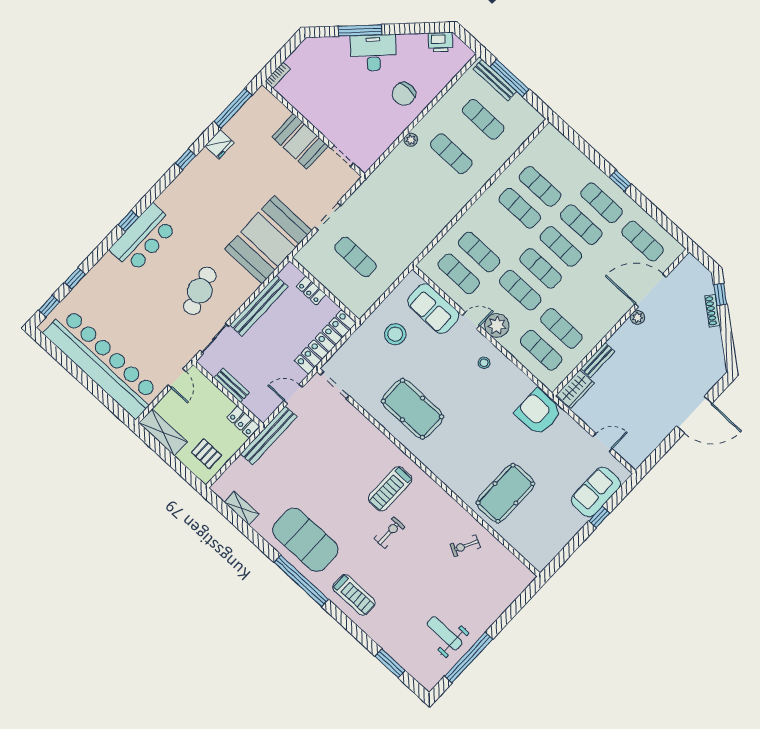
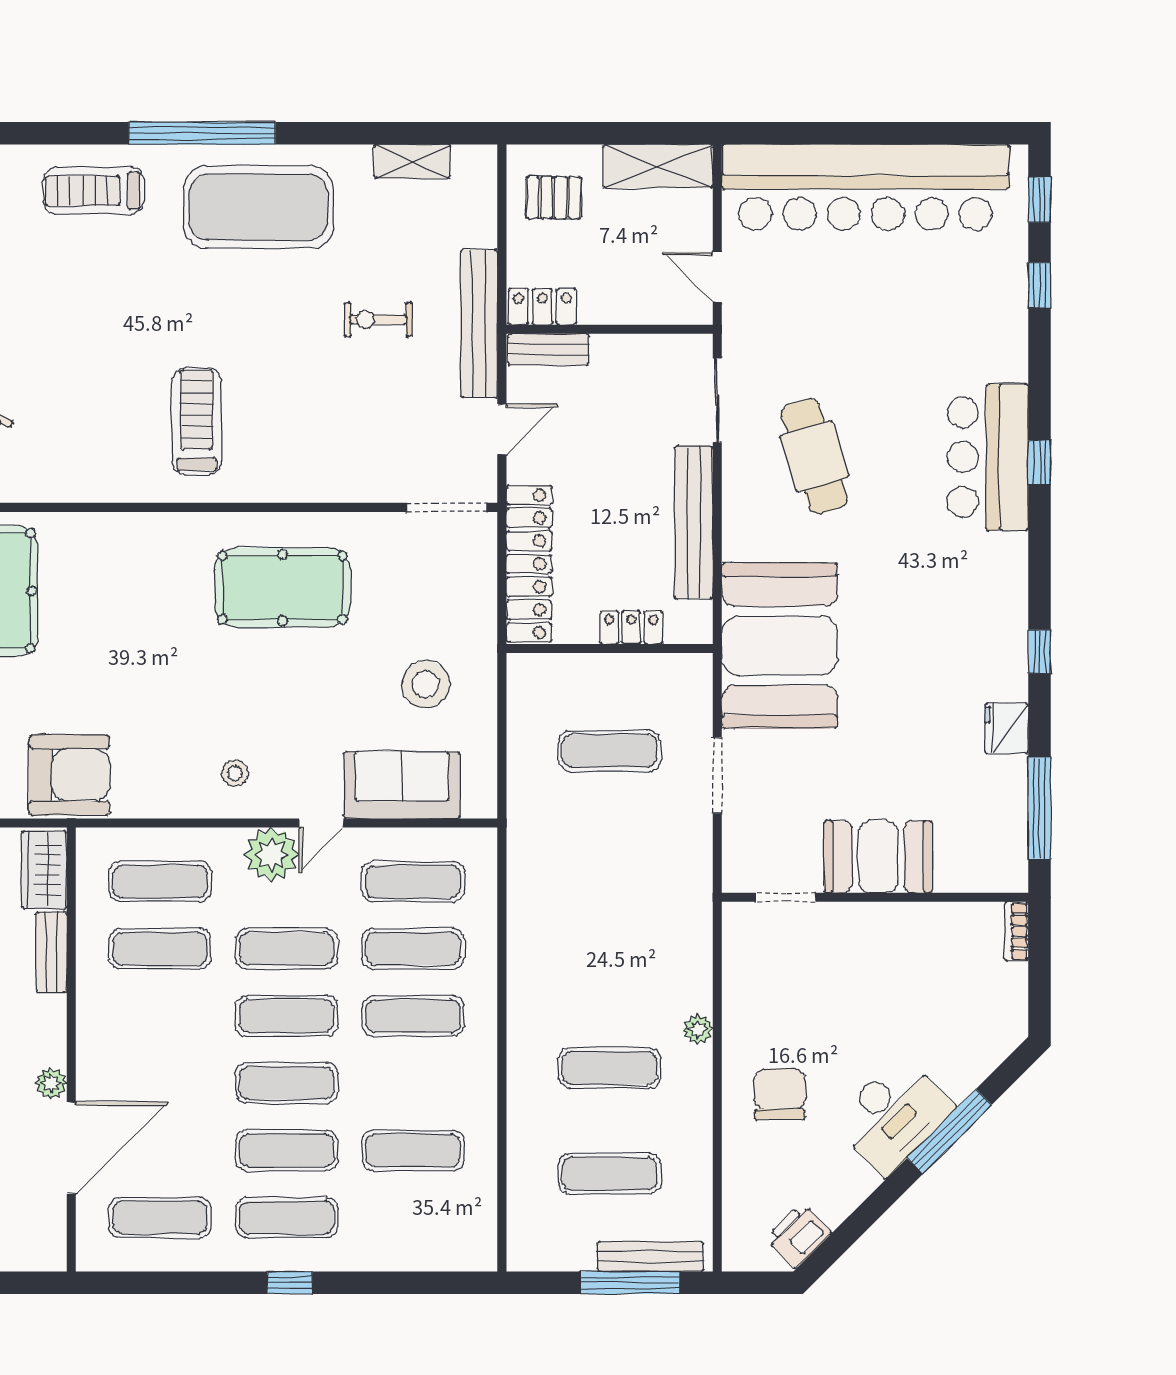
exercise mat: (520, 208) -> (413, 1016), moved
bench: (232, 385) -> (548, 349), moved
exercise bike: (389, 533) -> (378, 320), moved, turned 90

